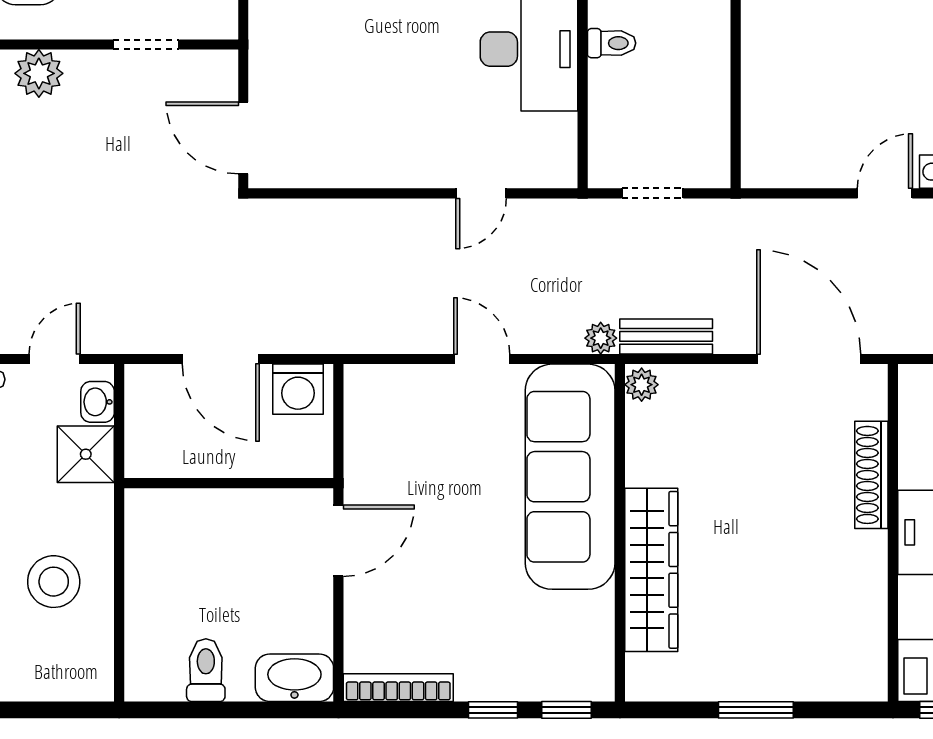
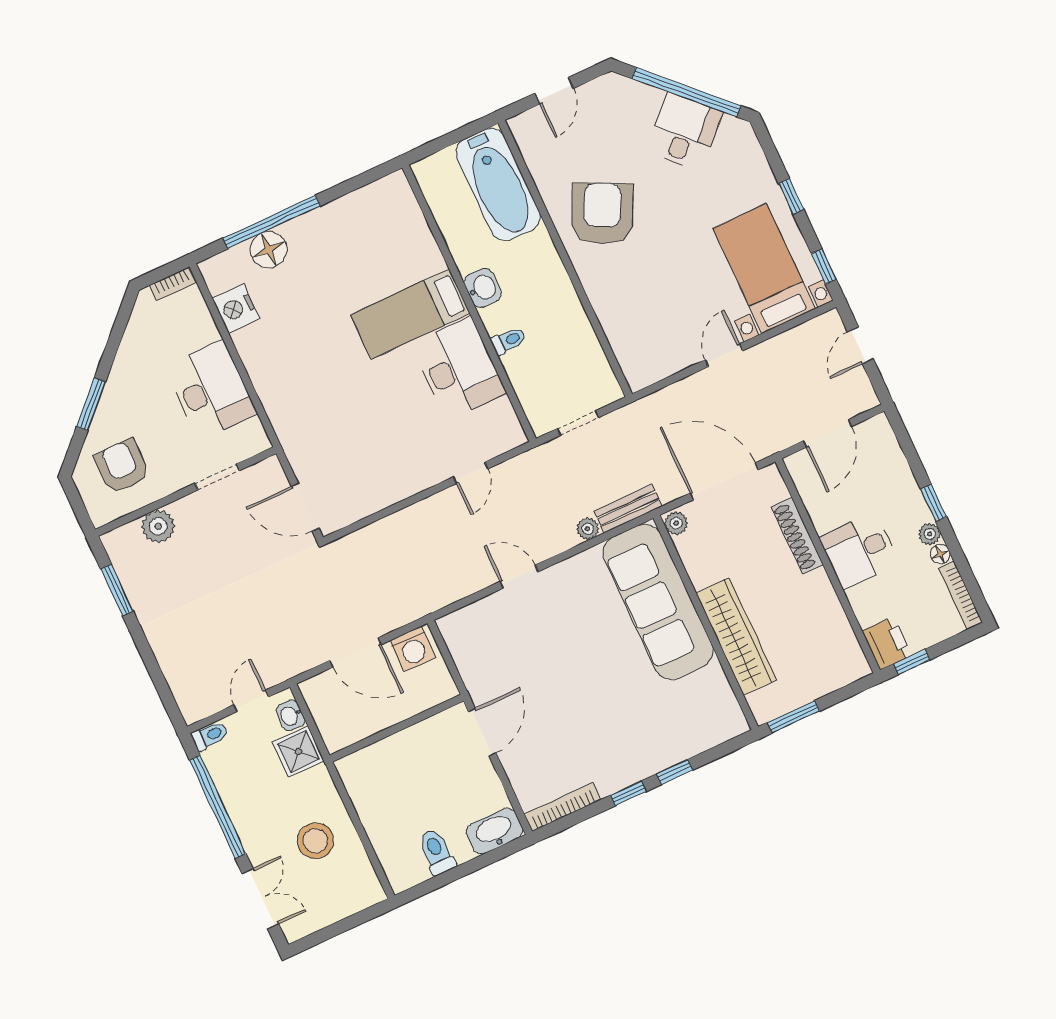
plant: (642, 385) -> (676, 523), moved
sofa: (570, 477) -> (658, 602), moved
wall: (620, 533) -> (706, 622), moved
wardrobe: (651, 570) -> (736, 637), moved

